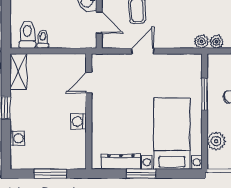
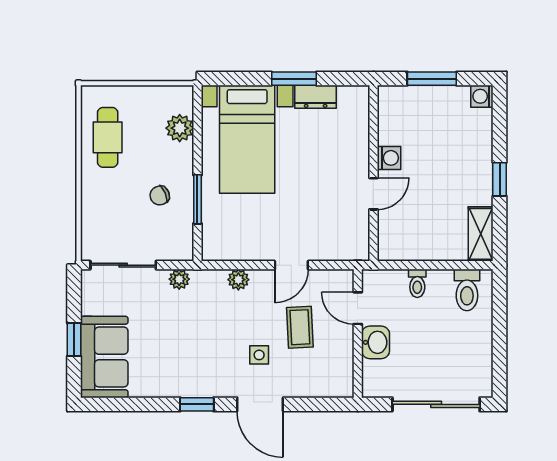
toilet: (43, 39) -> (417, 283), moved
plant: (202, 42) -> (238, 280), moved
door: (89, 83) -> (373, 194), moved
washing machine: (17, 138) -> (482, 96), moved
dresser: (121, 162) -> (316, 97), width x0.70

